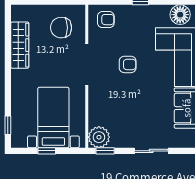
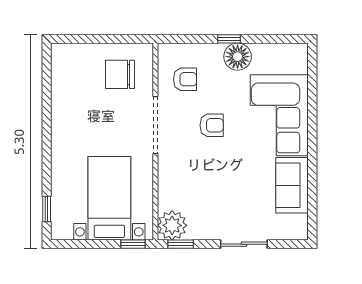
floor lamp: (180, 15) -> (238, 57), moved
armchair: (106, 20) -> (185, 79), moved
wardrobe: (20, 45) -> (63, 99), removed
window: (47, 151) -> (133, 244), moved

